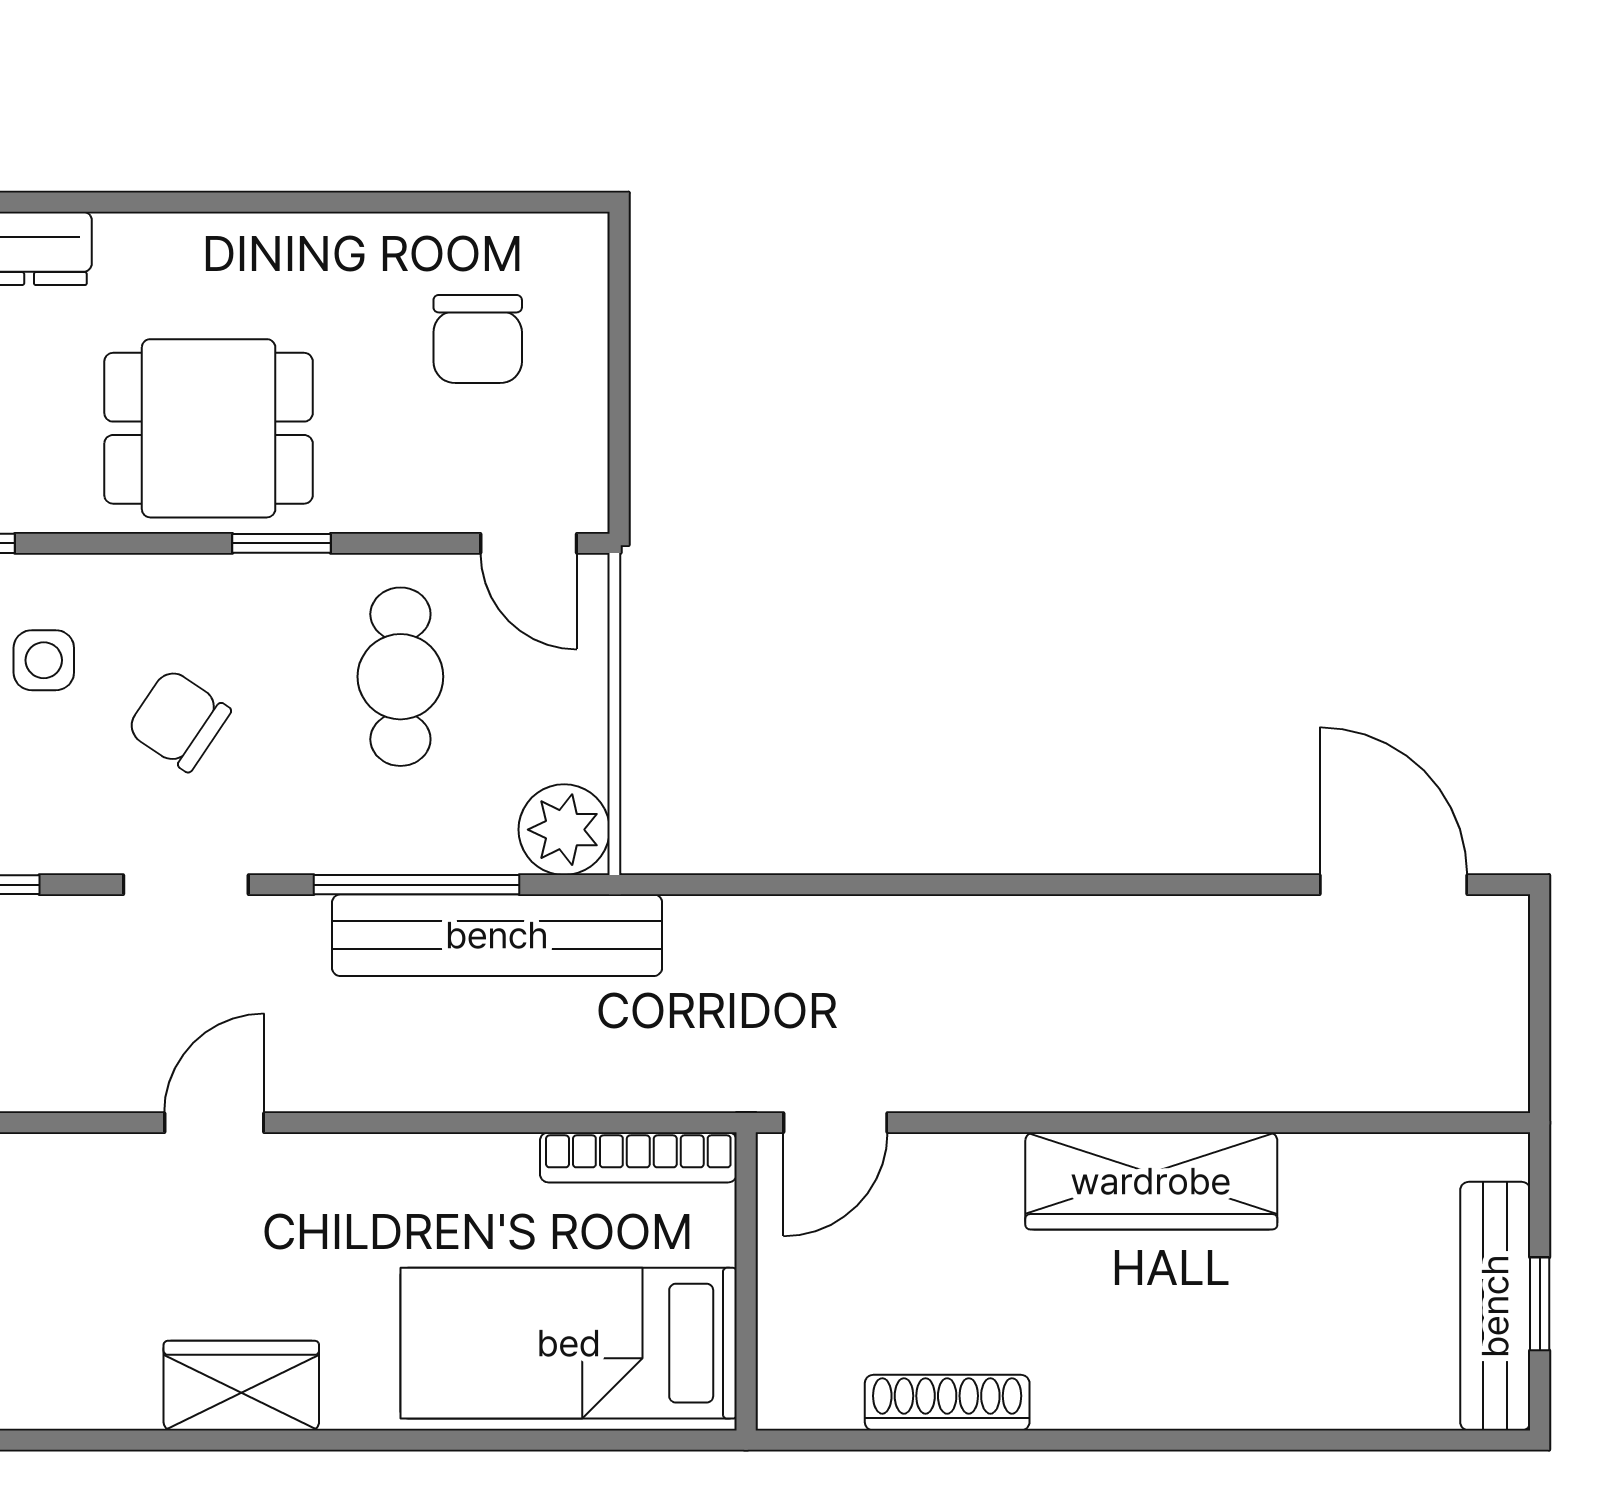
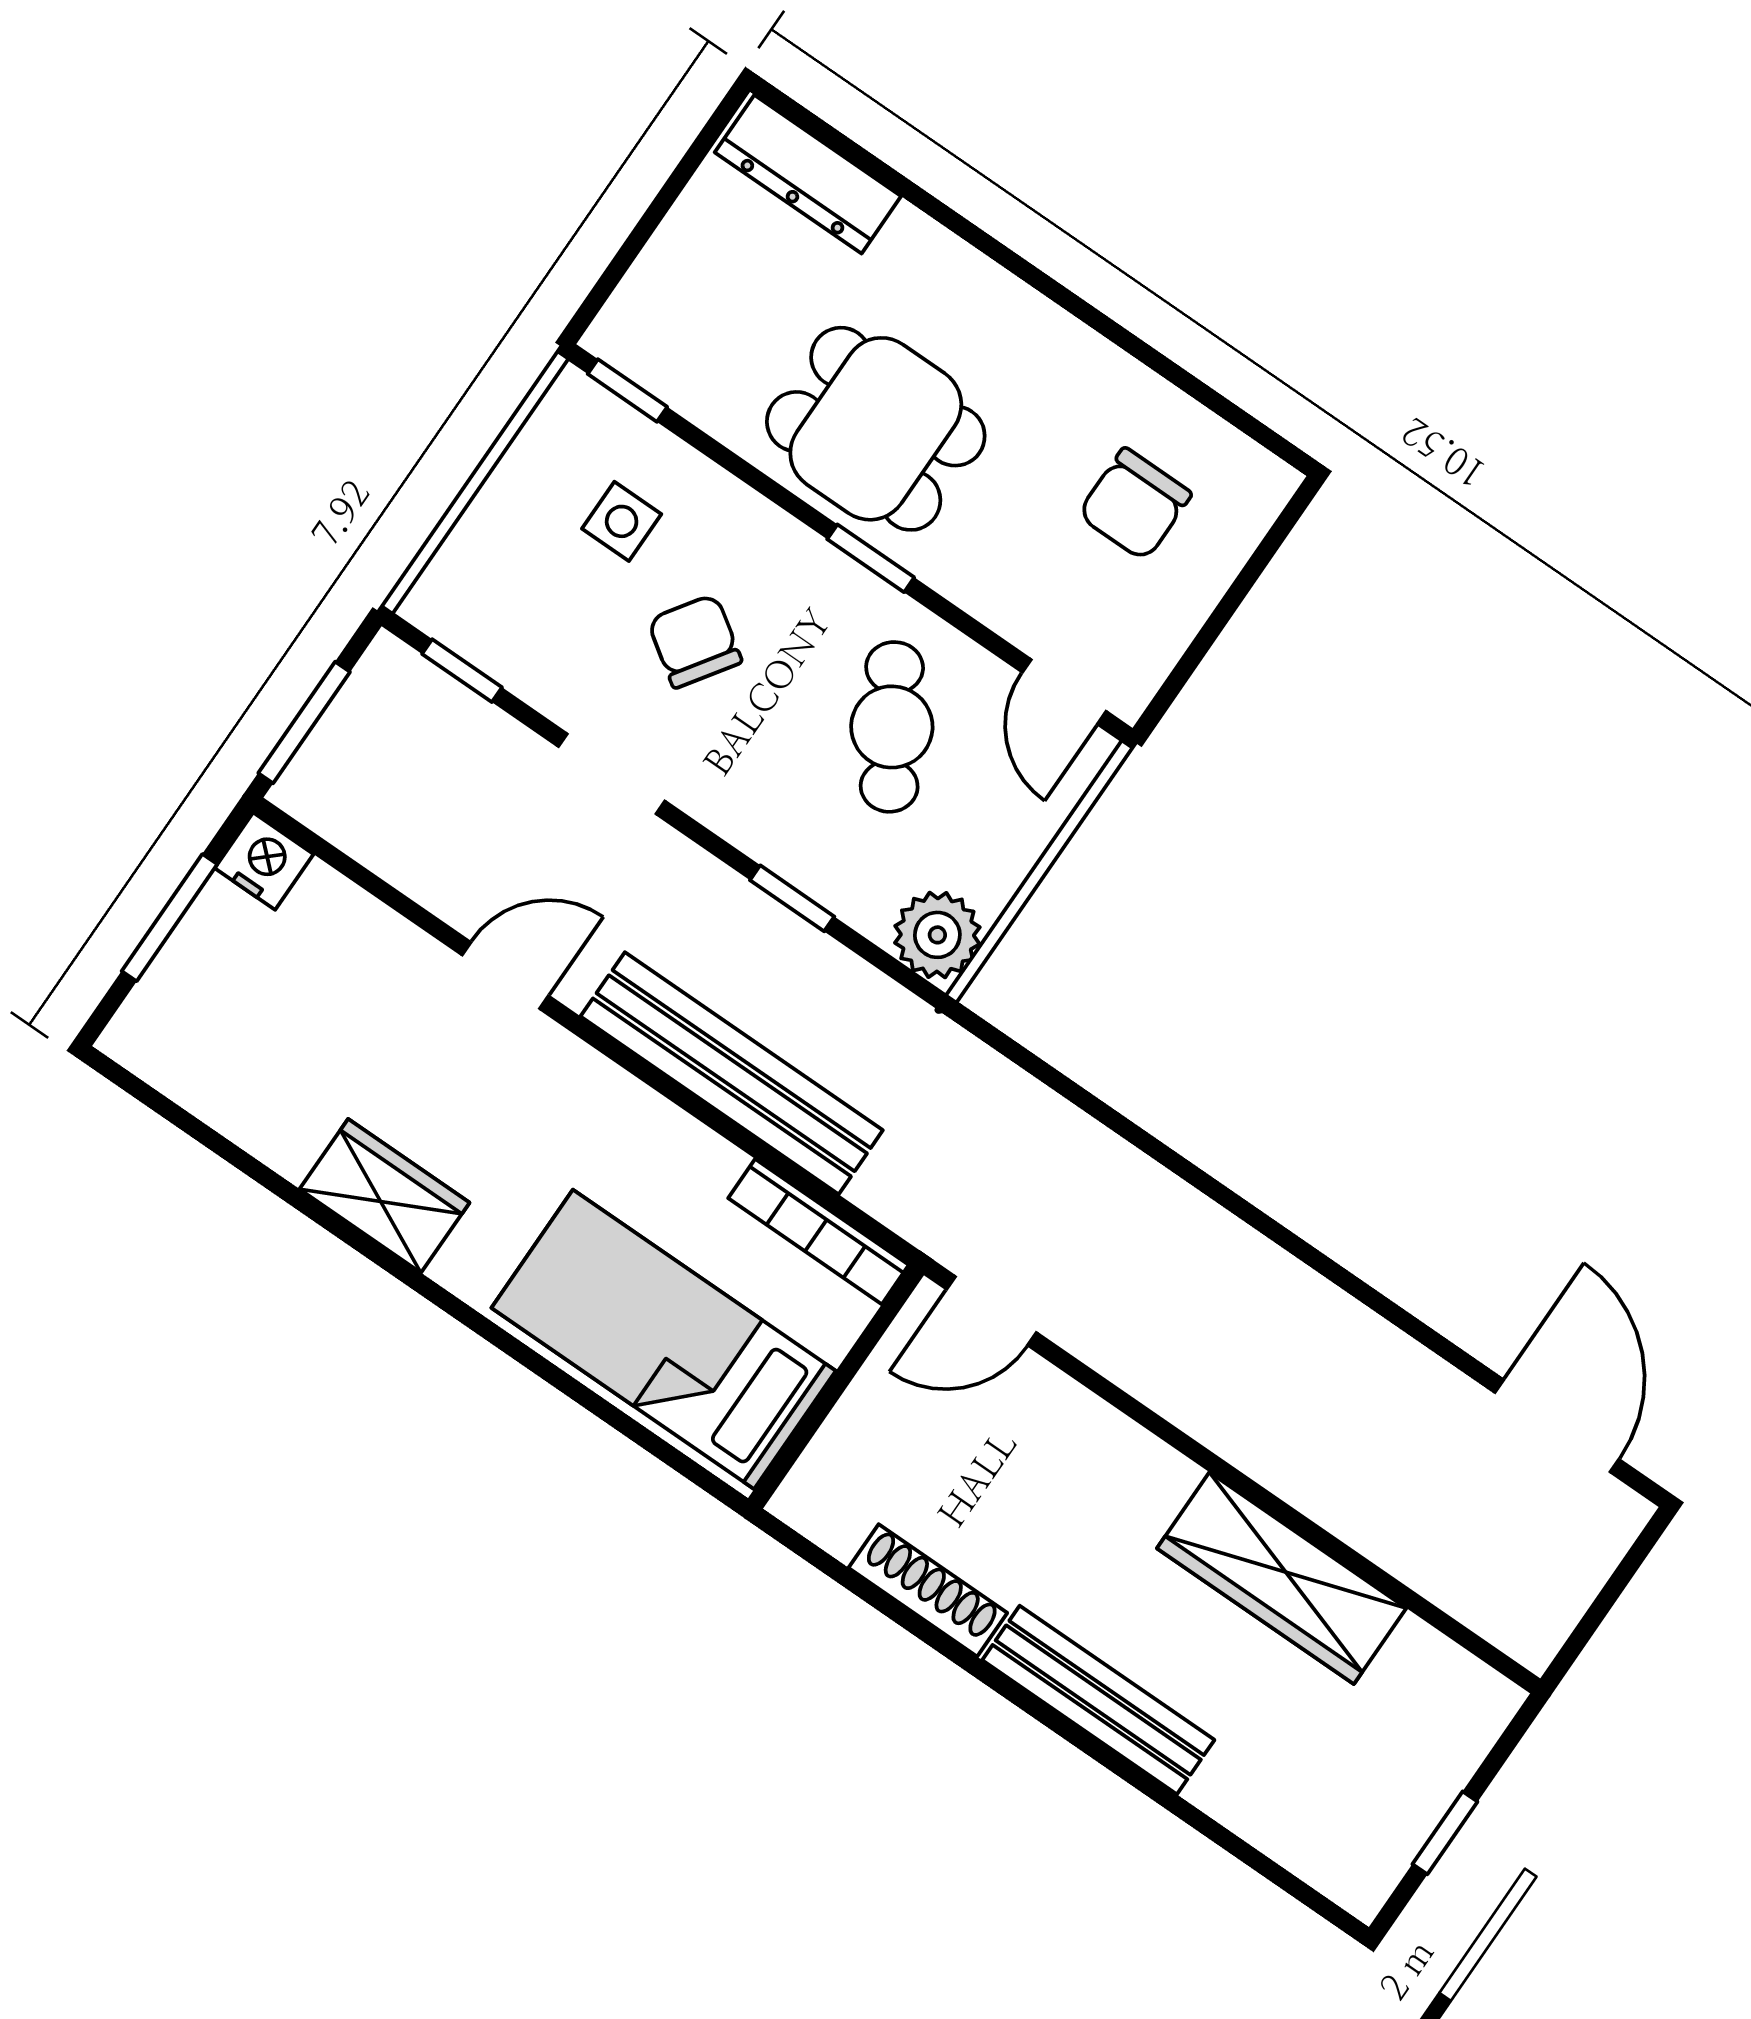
cafe table: (400, 677) -> (892, 727), turned -32
window: (417, 885) -> (792, 898), width x0.46
bench: (497, 935) -> (732, 1073), moved
wardrobe: (1151, 1181) -> (1282, 1578), moved
bench: (1495, 1306) -> (1098, 1700), moved, turned 90

